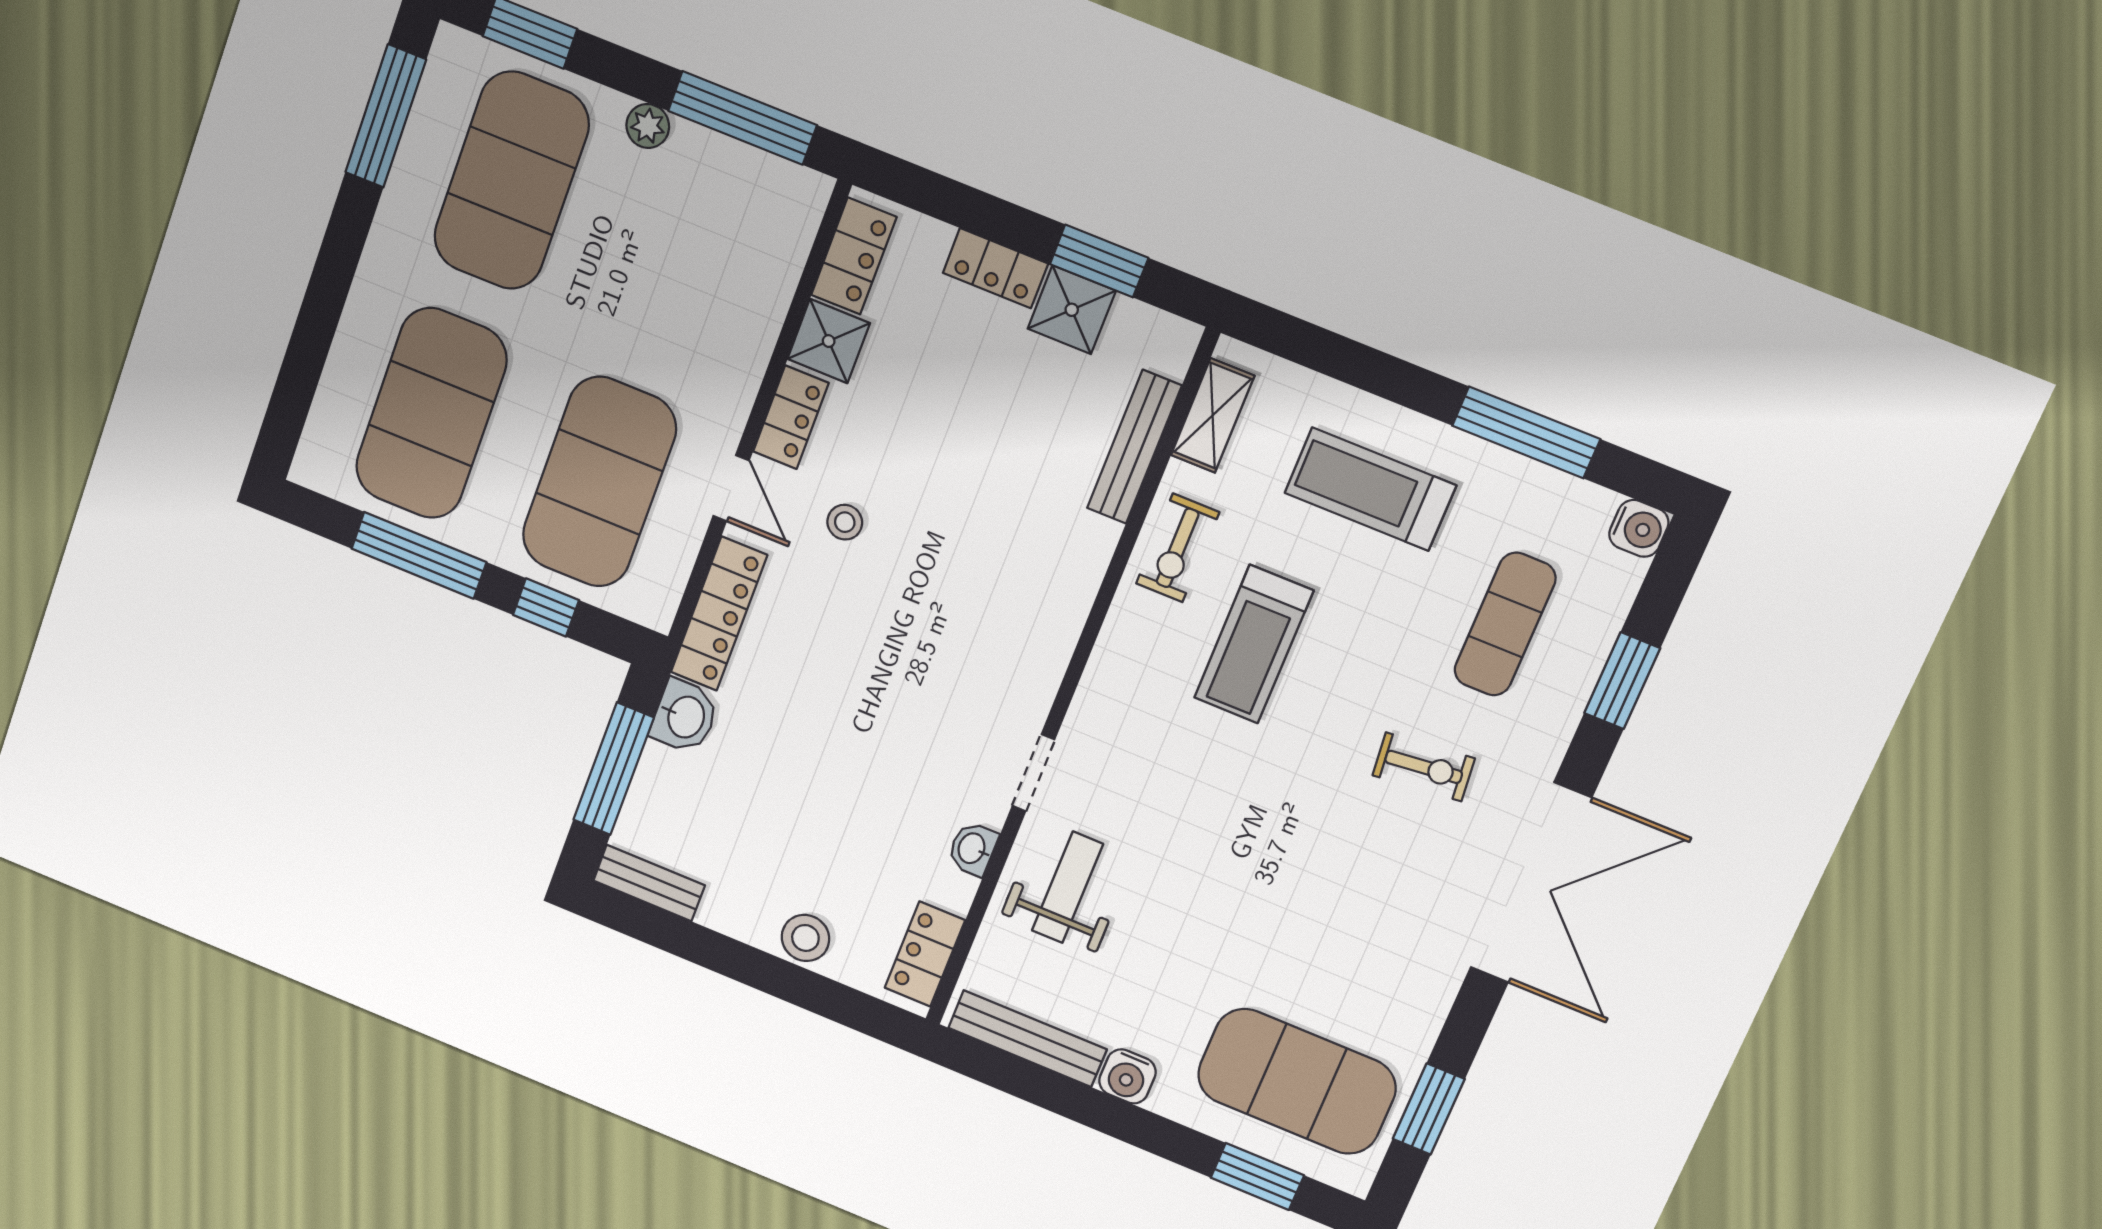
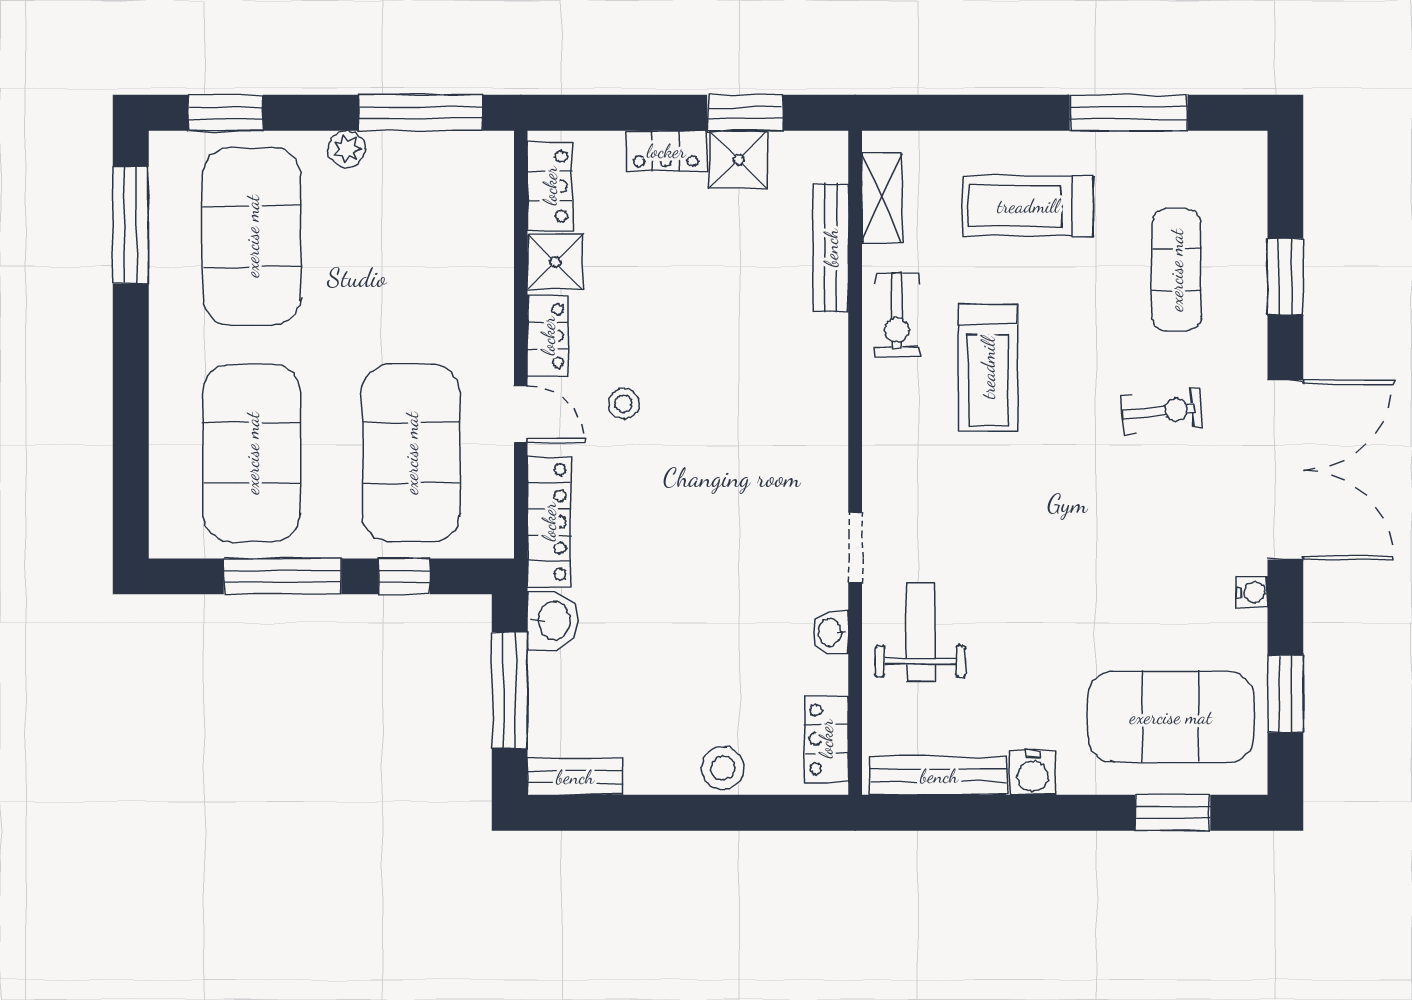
water cooler: (1639, 528) -> (1252, 592), moved, width x0.72, depth x0.72

